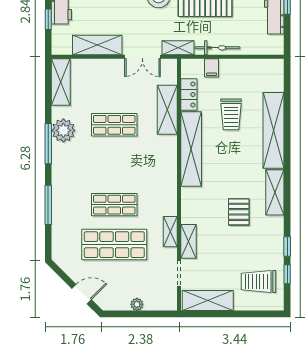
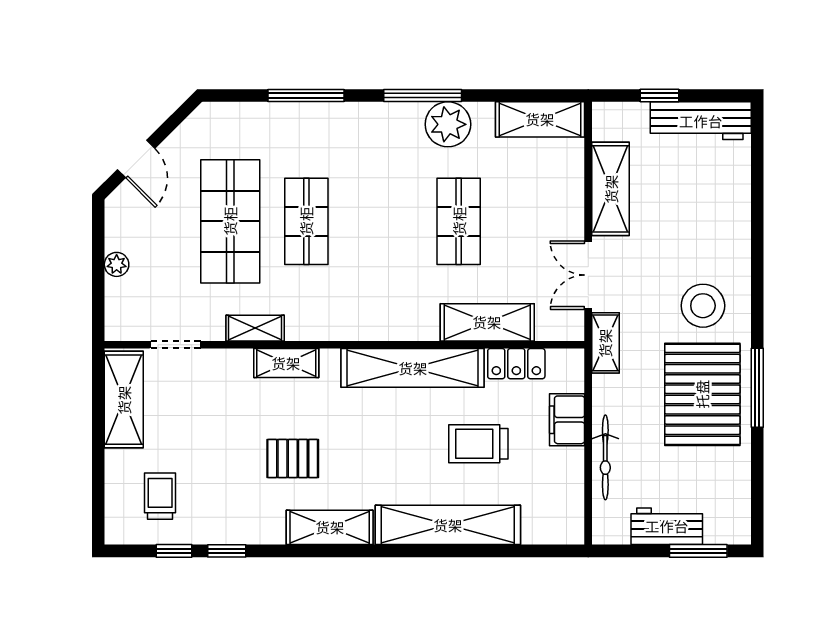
bicycle: (217, 48) -> (605, 457), moved
filing cabinet: (212, 68) -> (567, 420), width x2.00
shelving: (189, 241) -> (286, 363), moved
trolley: (258, 281) -> (160, 496), width x0.73, depth x0.72

